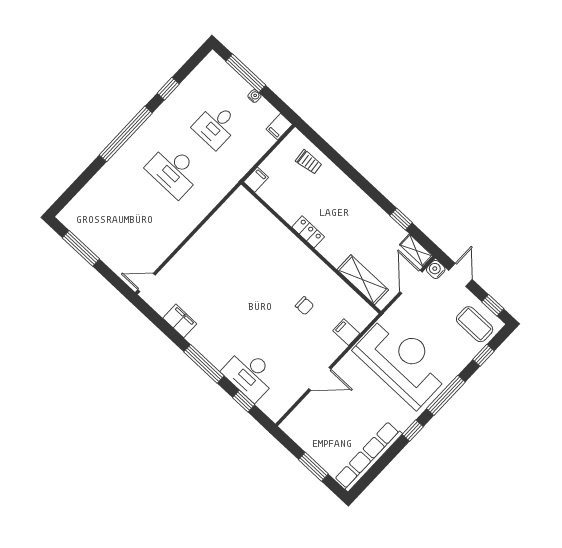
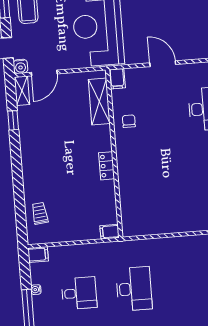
filing cabinet: (256, 180) -> (110, 232), moved
locker: (308, 232) -> (107, 166), moved
wall: (311, 248) -> (114, 154), moved
shelving: (363, 280) -> (99, 101), moved

